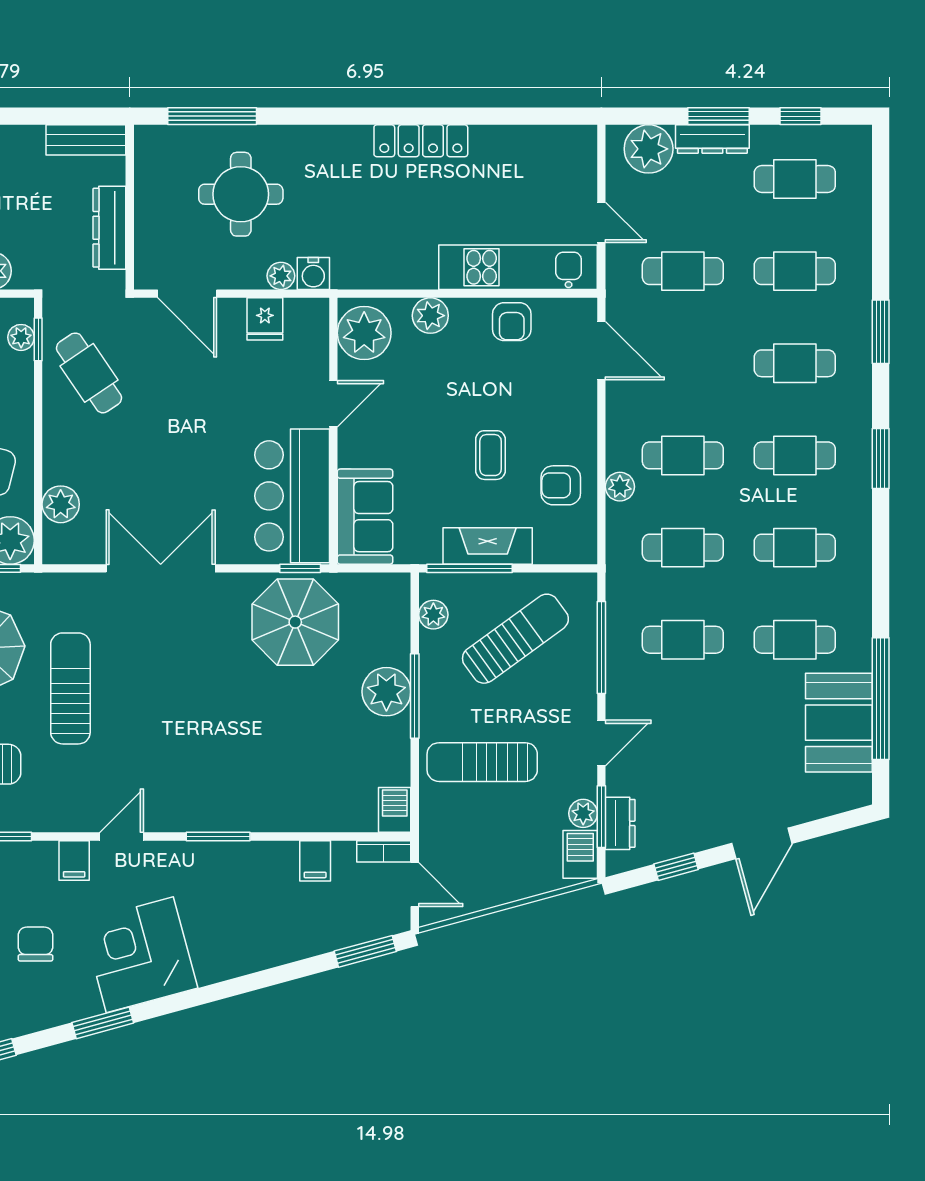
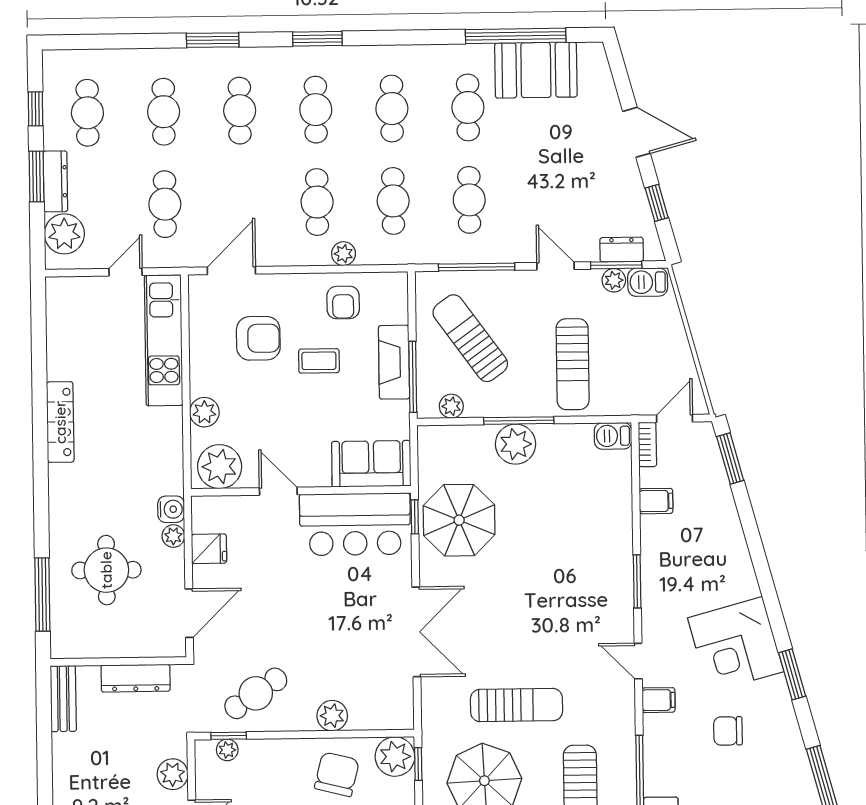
armchair: (512, 322) -> (258, 338), moved, width x1.38, depth x1.38
plant: (61, 504) -> (332, 716), moved
double door: (161, 568) -> (416, 632), swing flipped
sun lounger: (70, 688) -> (516, 705), turned 180

